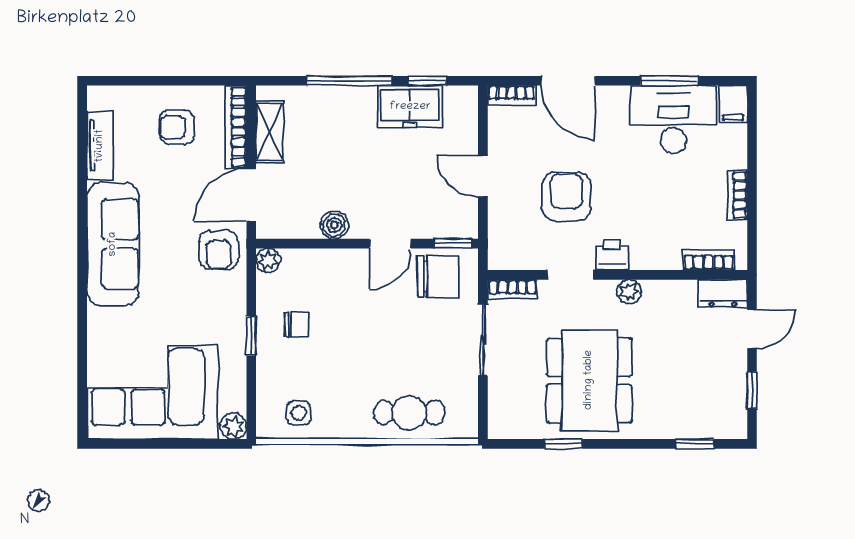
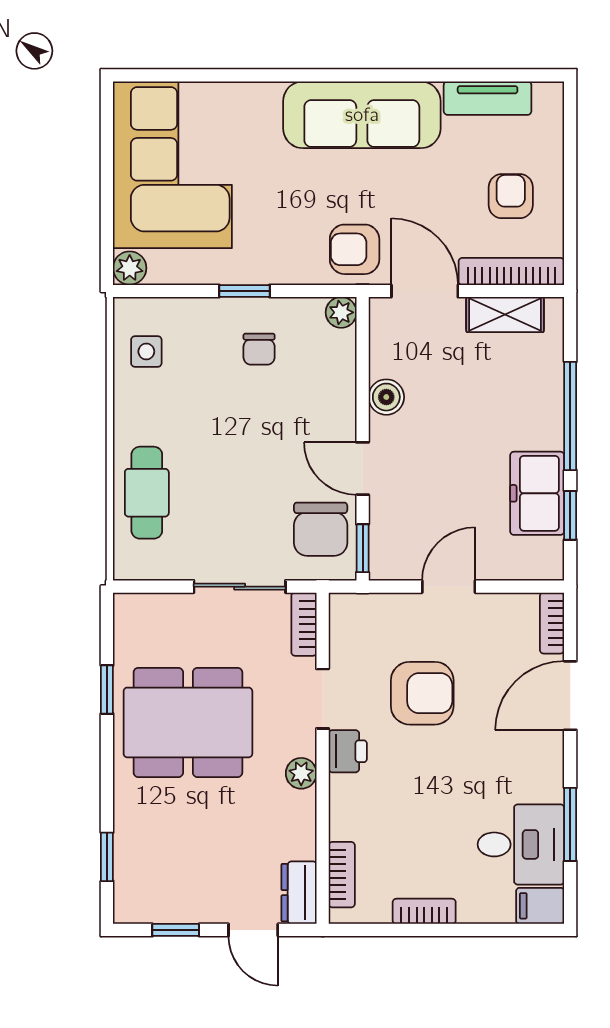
desk: (673, 119) -> (521, 844), width x0.73

